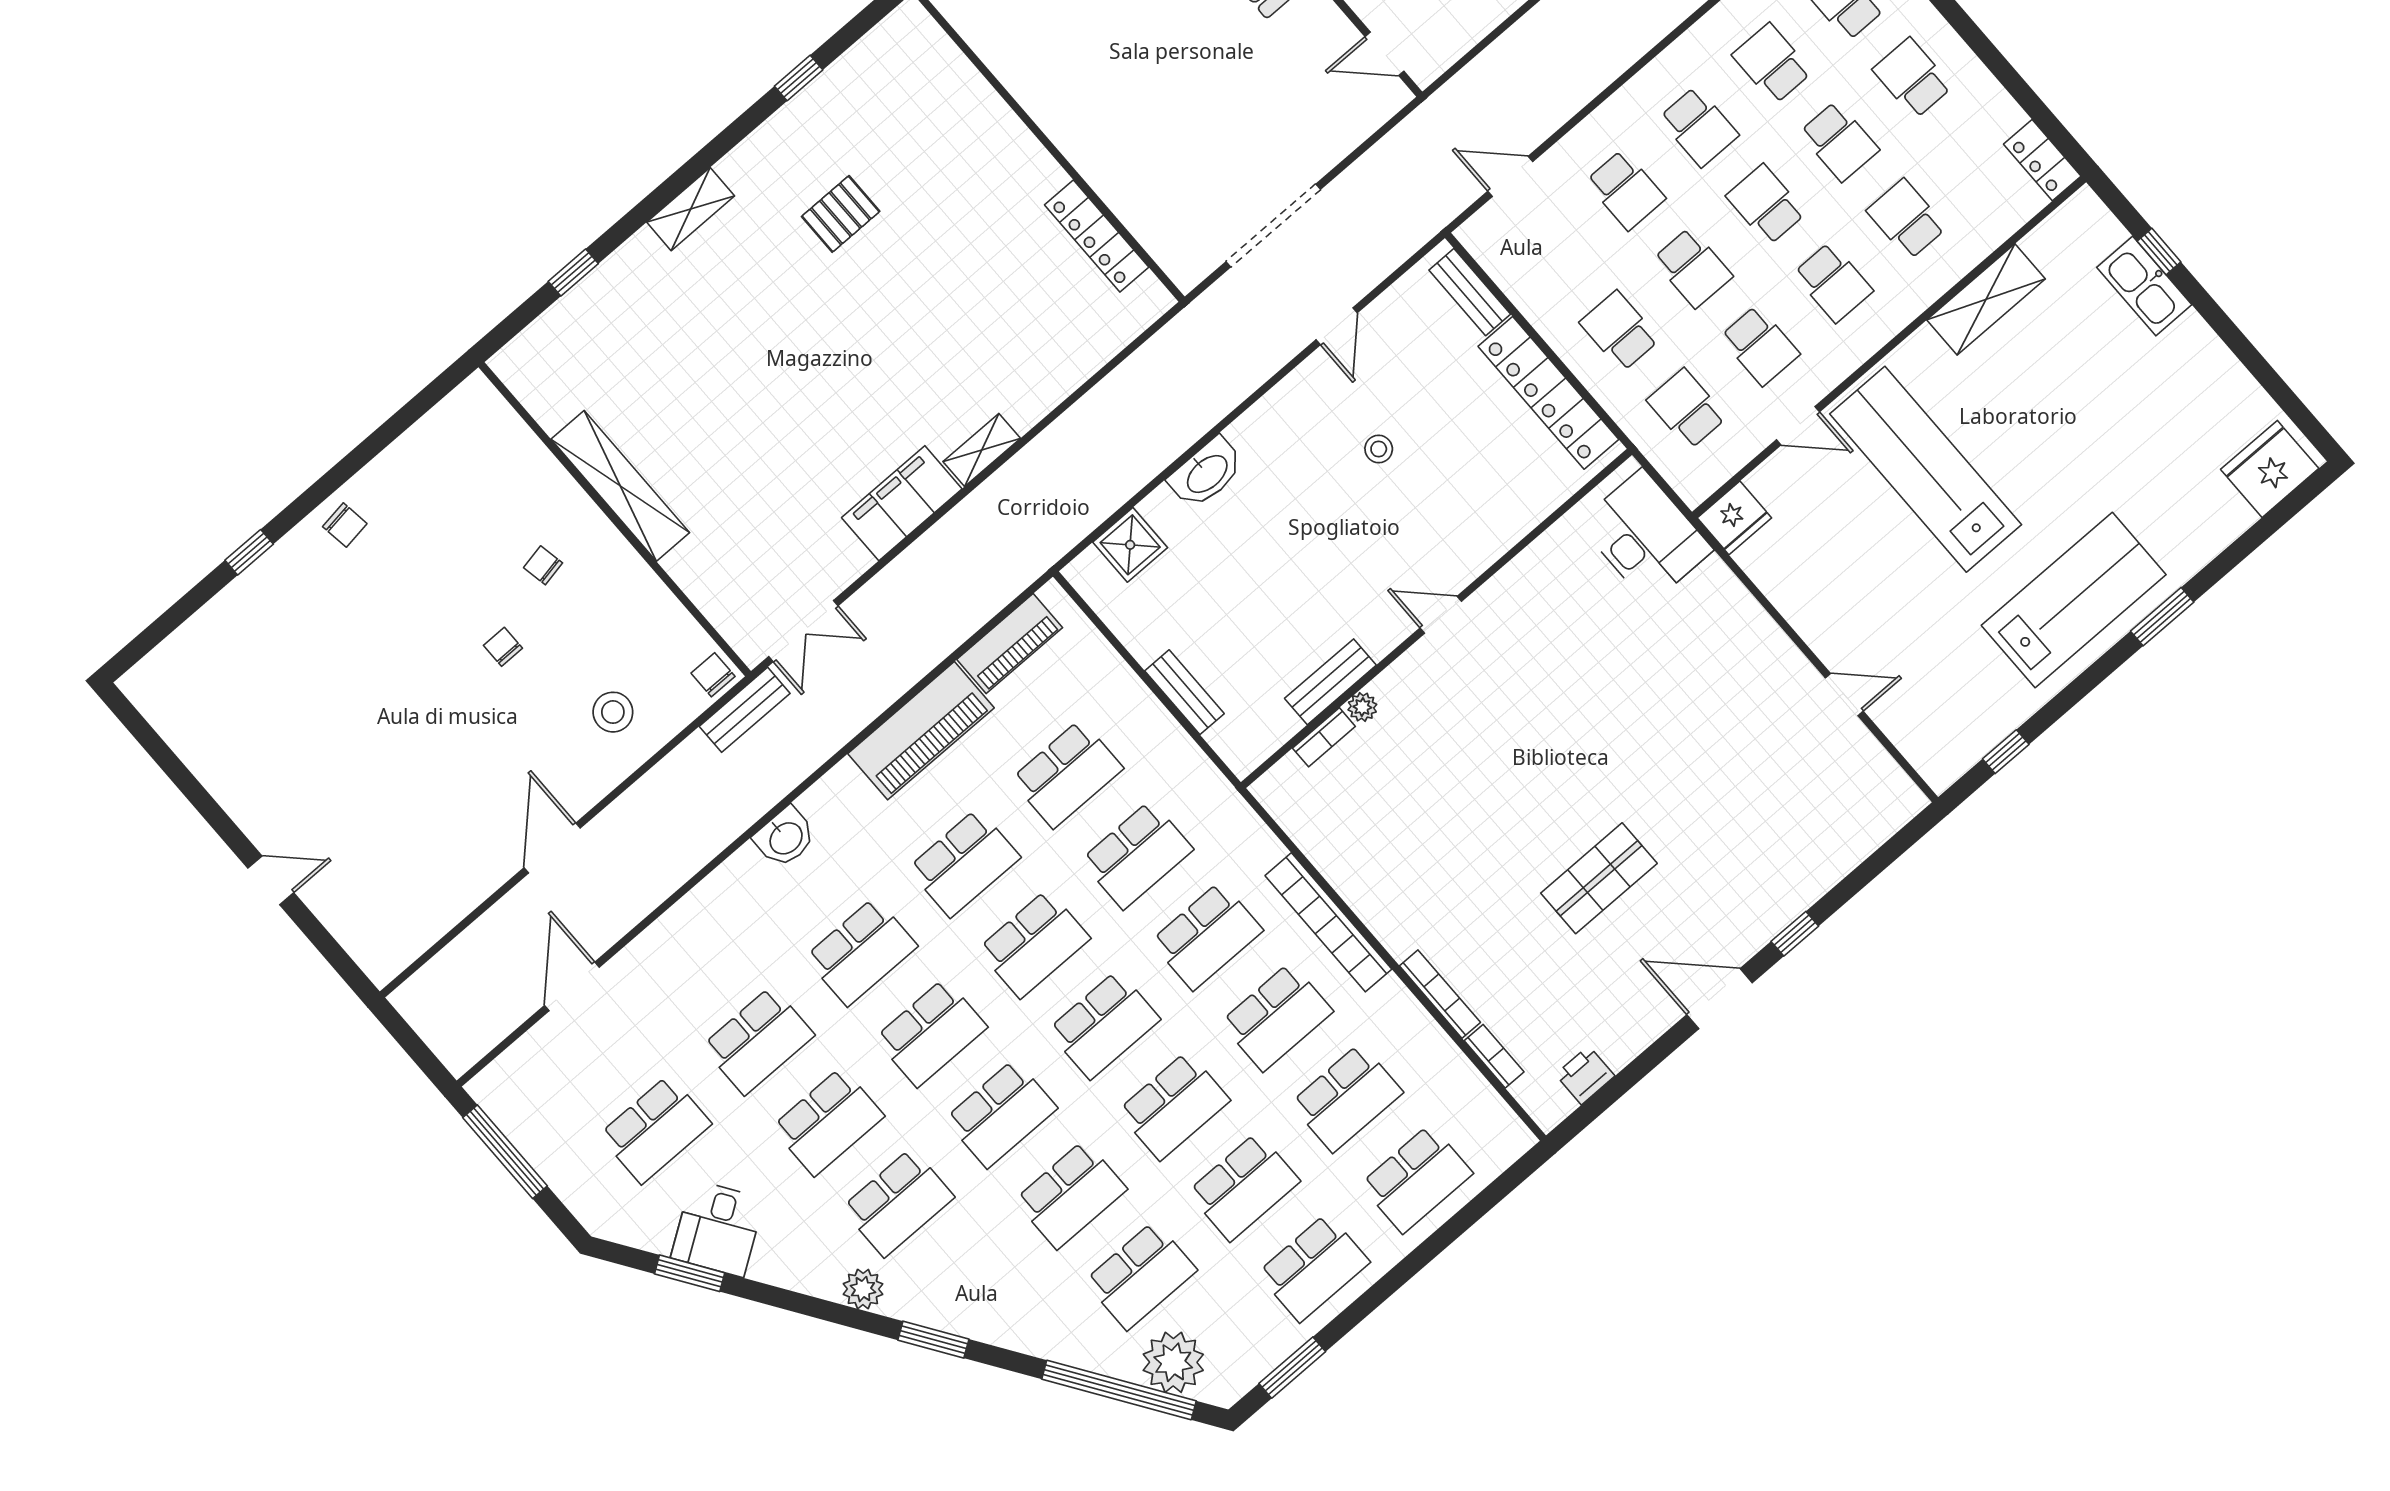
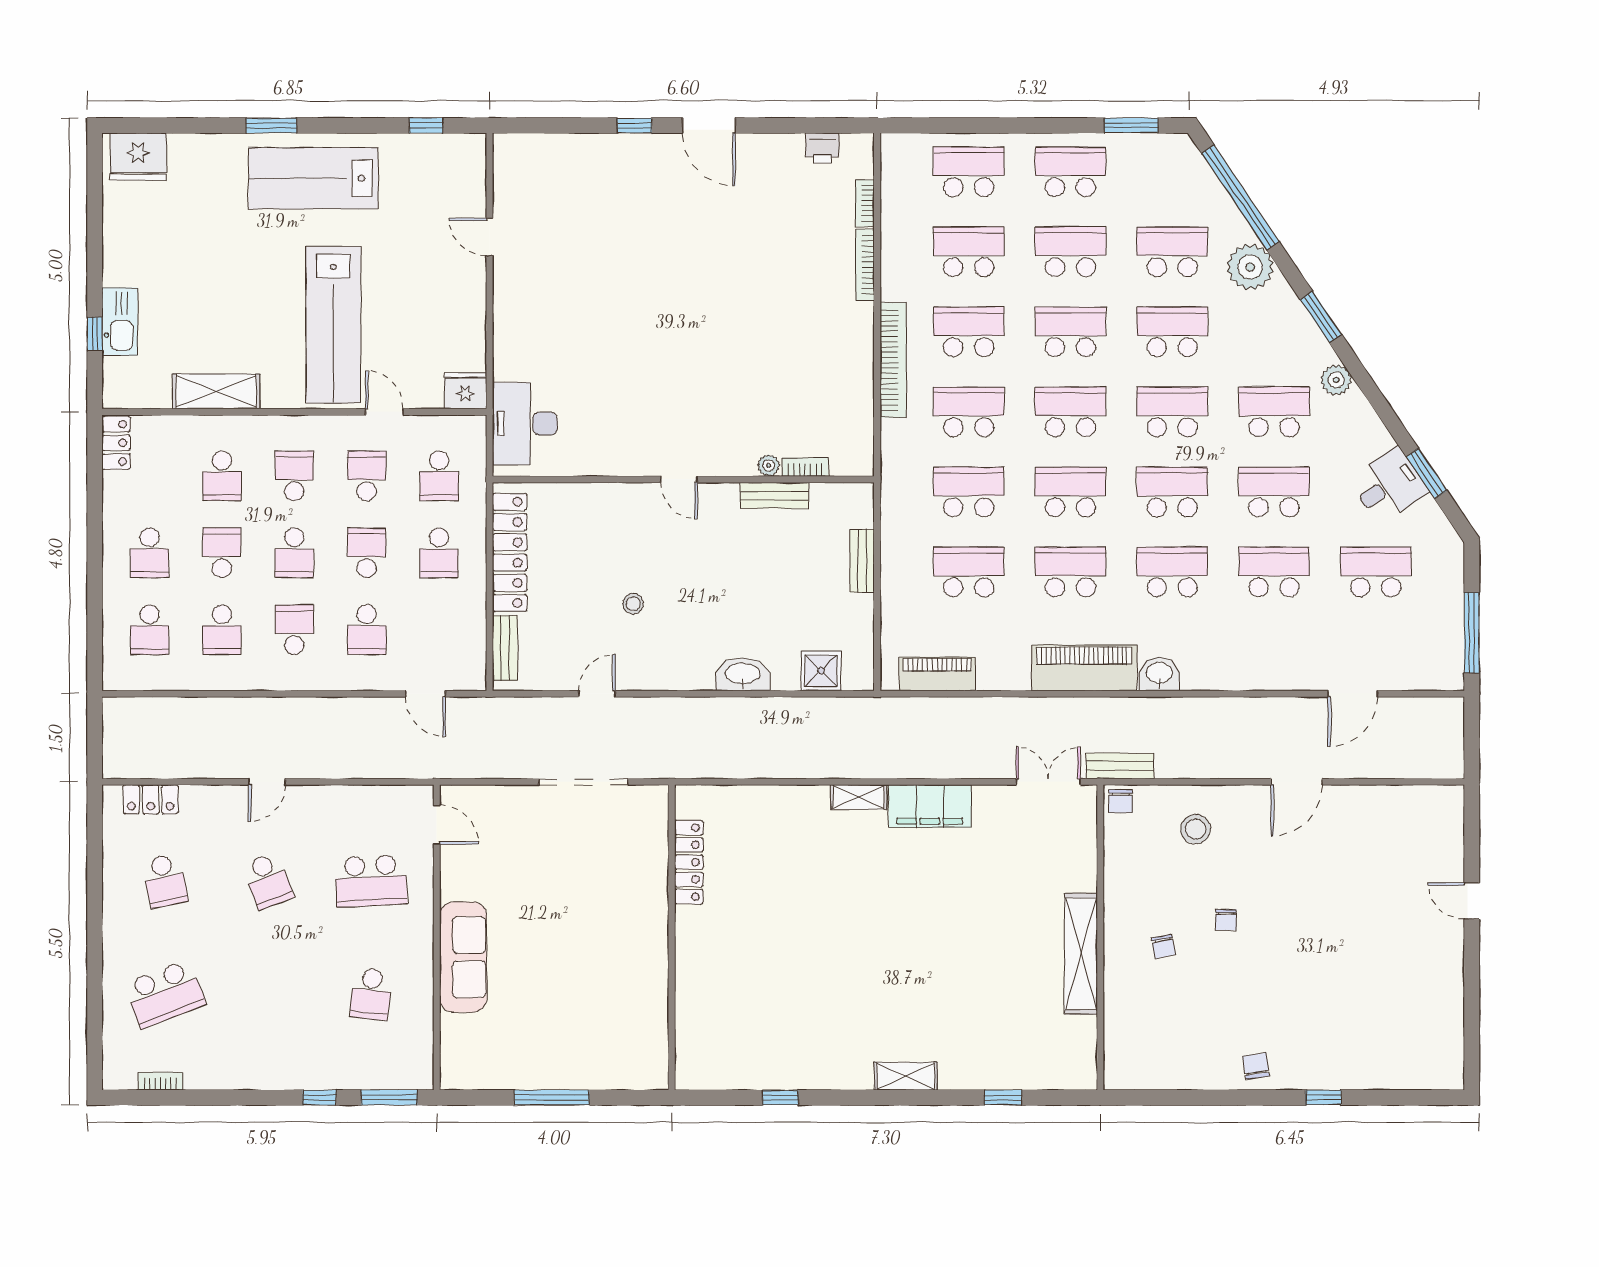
school desk: (1626, 190) -> (367, 630), turned 180
pallet: (841, 214) -> (823, 1000), removed
piano: (921, 731) -> (1084, 668), moved
shop shelf: (1599, 878) -> (718, 253), removed
plant: (1173, 1362) -> (1250, 267), moved

